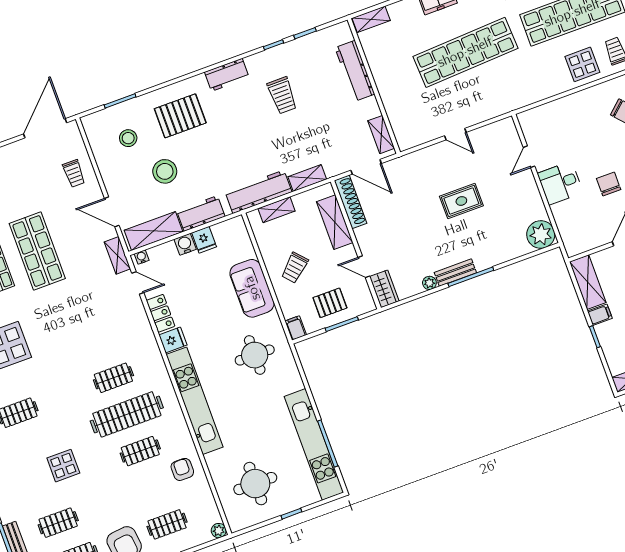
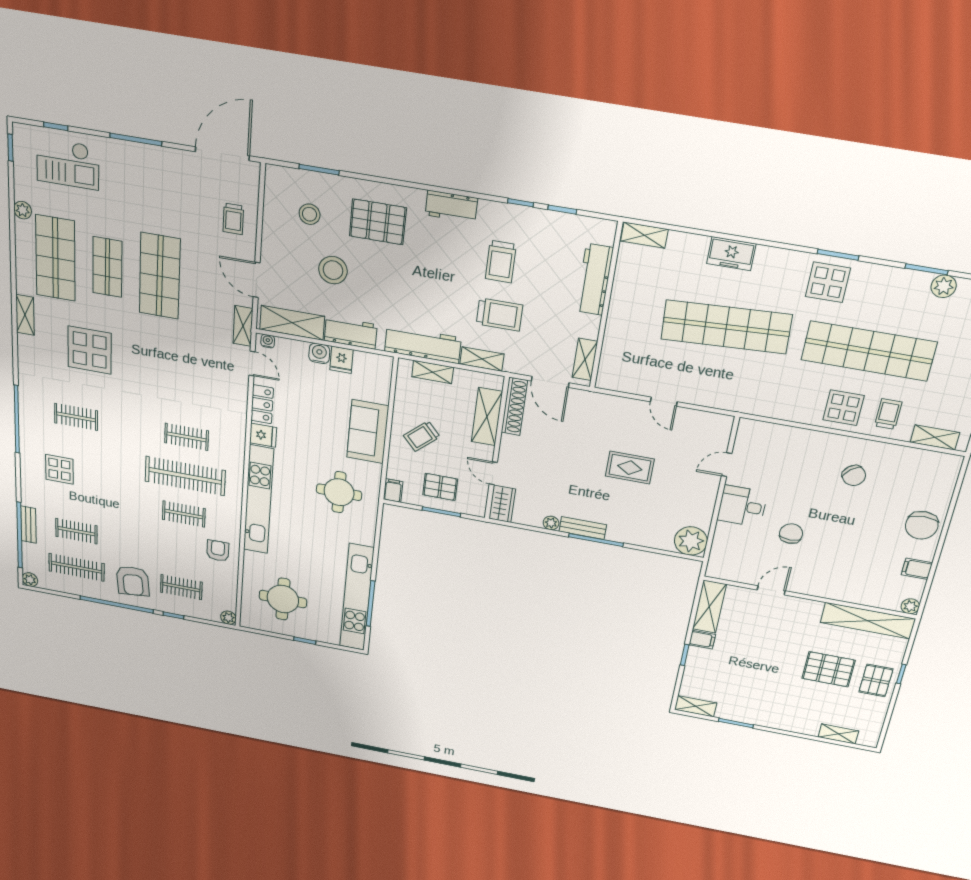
trolley: (302, 136) -> (499, 315), added
display table: (63, 466) -> (59, 469), moved

